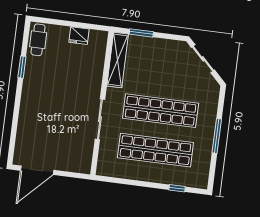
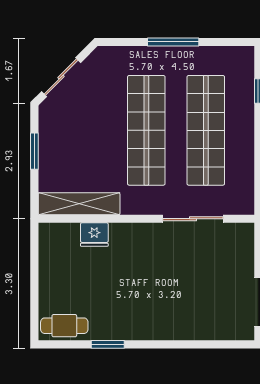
window: (141, 33) -> (34, 151), moved
fridge: (79, 36) -> (94, 235), moved, turned 90
sliding door: (100, 119) -> (193, 219), moved

